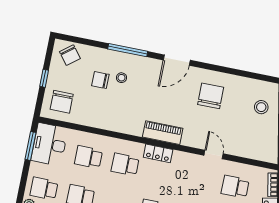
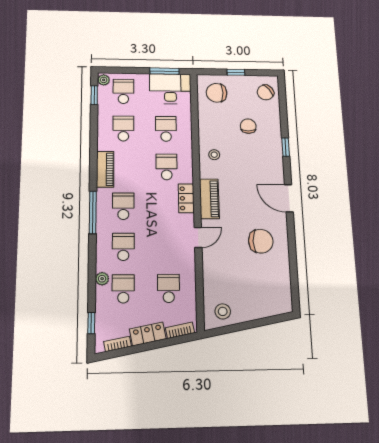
window: (128, 50) -> (286, 147), width x0.46
stool: (122, 78) -> (214, 155), moved
stool: (261, 107) -> (223, 311), moved
door: (214, 155) -> (198, 237), moved

